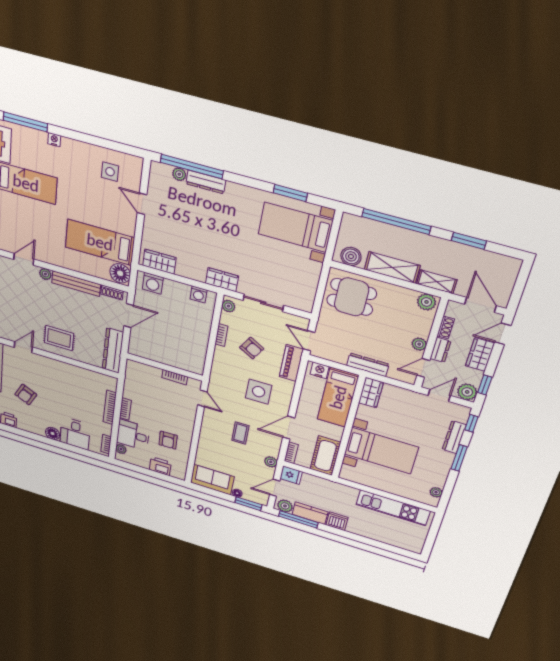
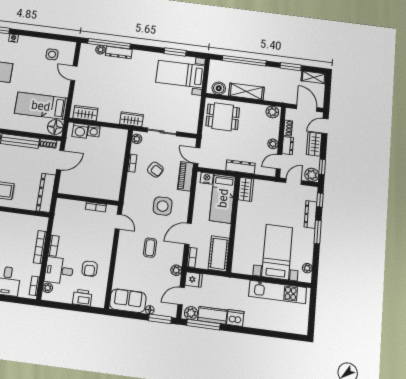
shelving: (437, 282) -> (314, 77), moved
washing machine: (199, 294) -> (94, 131), moved
bed with nightstands: (381, 451) -> (277, 252), moved, turned -90

